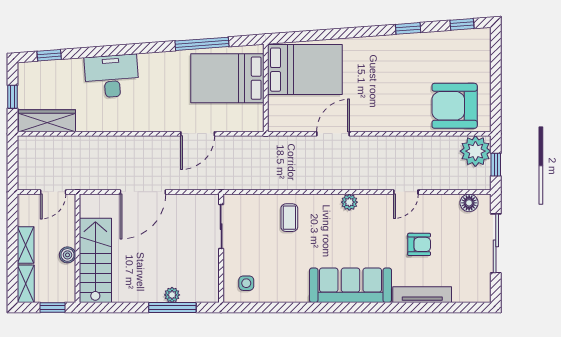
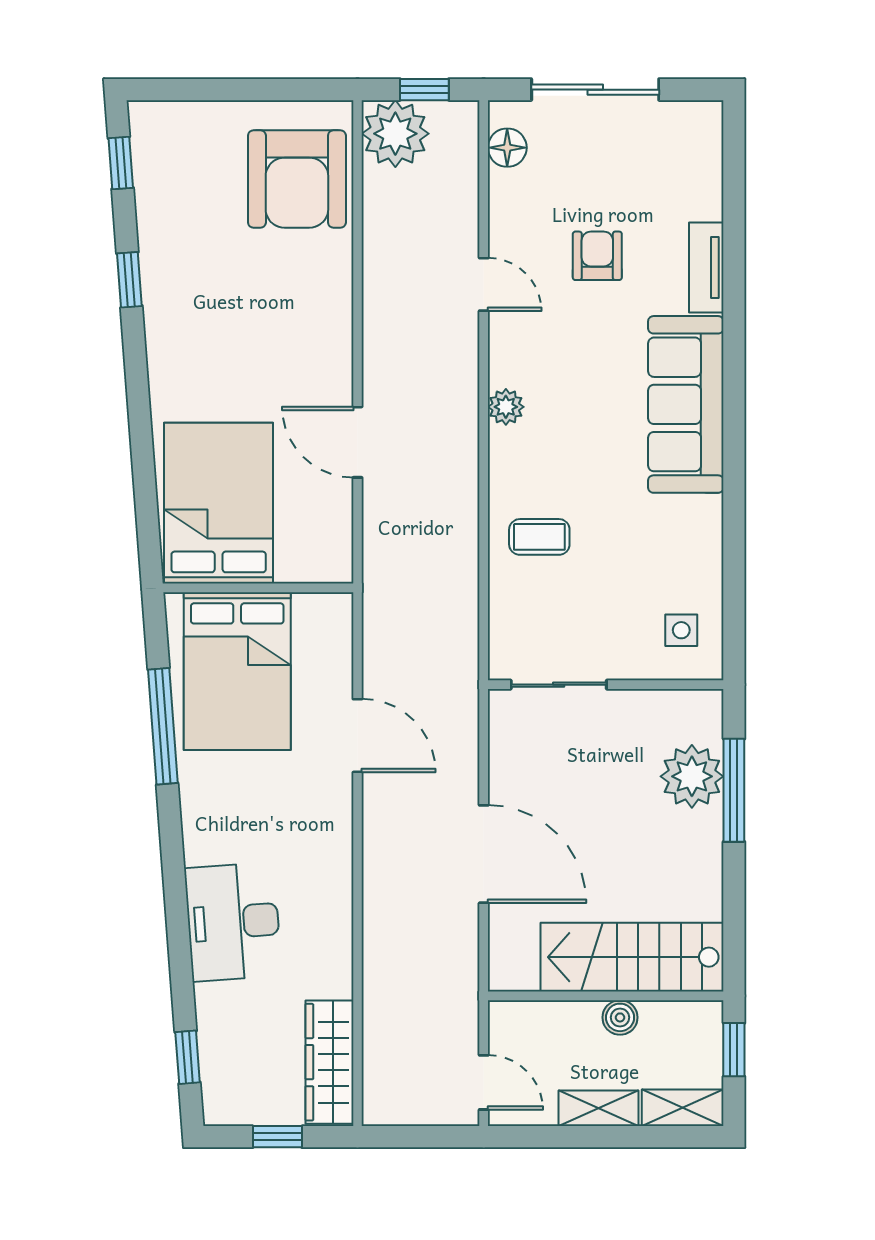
door: (53, 192) -> (484, 1082), moved
plant: (172, 295) -> (692, 776), width x1.88, depth x1.88
tv unit: (422, 295) -> (706, 268), width x0.71

